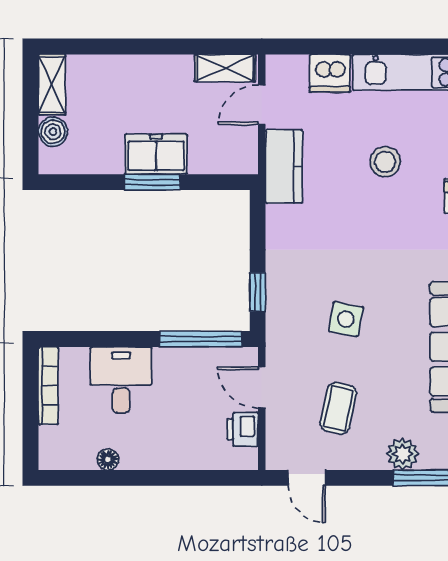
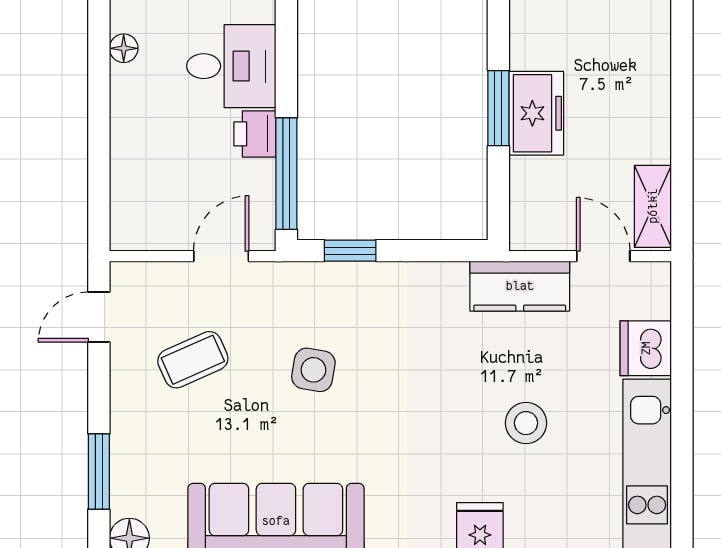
coffee table: (338, 408) -> (193, 360), turned -36
printer: (242, 429) -> (255, 134), moved, turned -90
plant: (403, 454) -> (131, 446), removed

